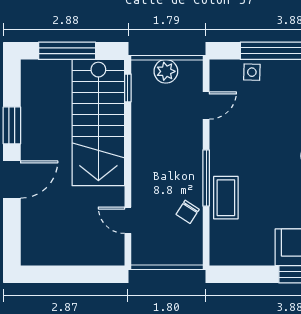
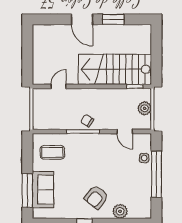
window: (67, 51) -> (156, 51), removed
coffee table: (226, 198) -> (52, 152), moved
chair: (188, 212) -> (87, 121), moved

